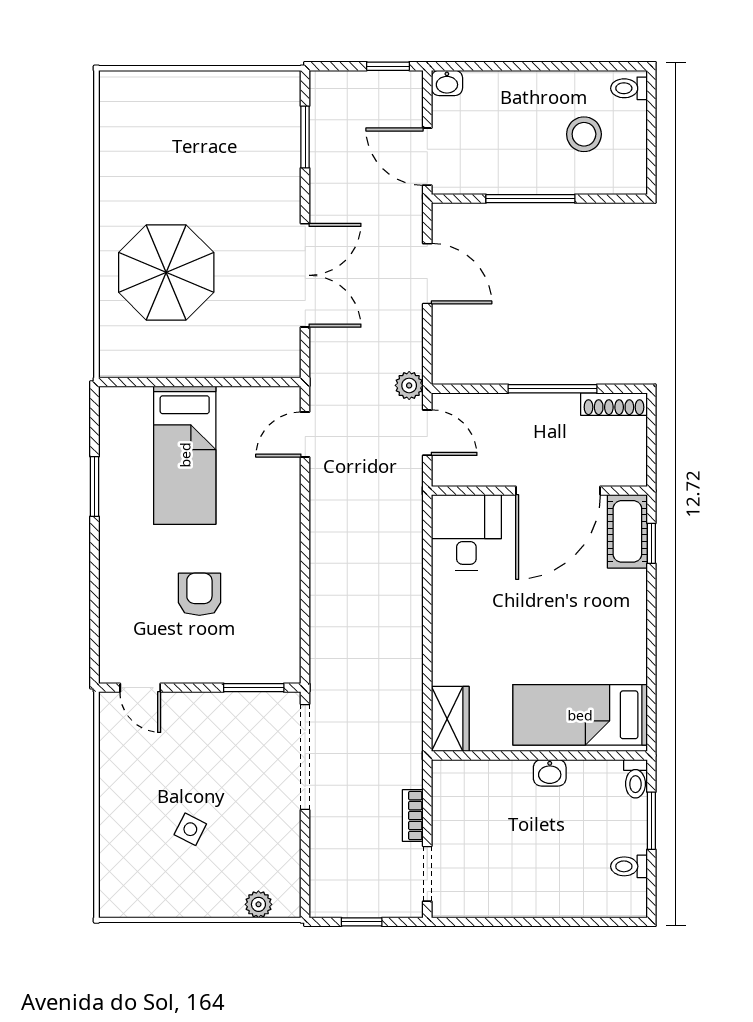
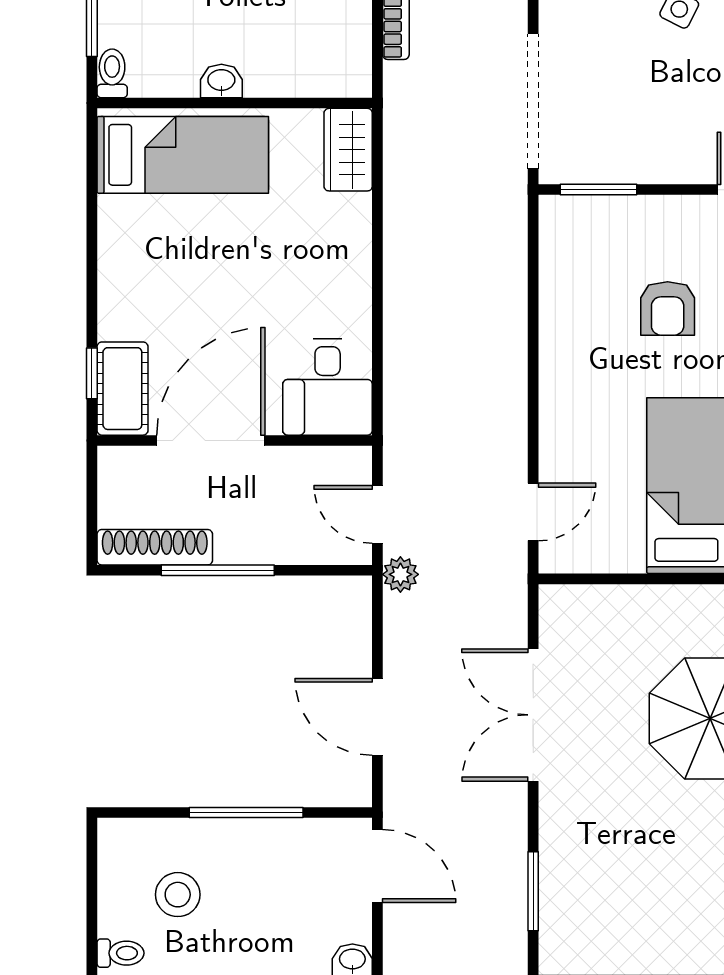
shoe rack: (614, 404) -> (155, 547), width x1.36, depth x1.24

